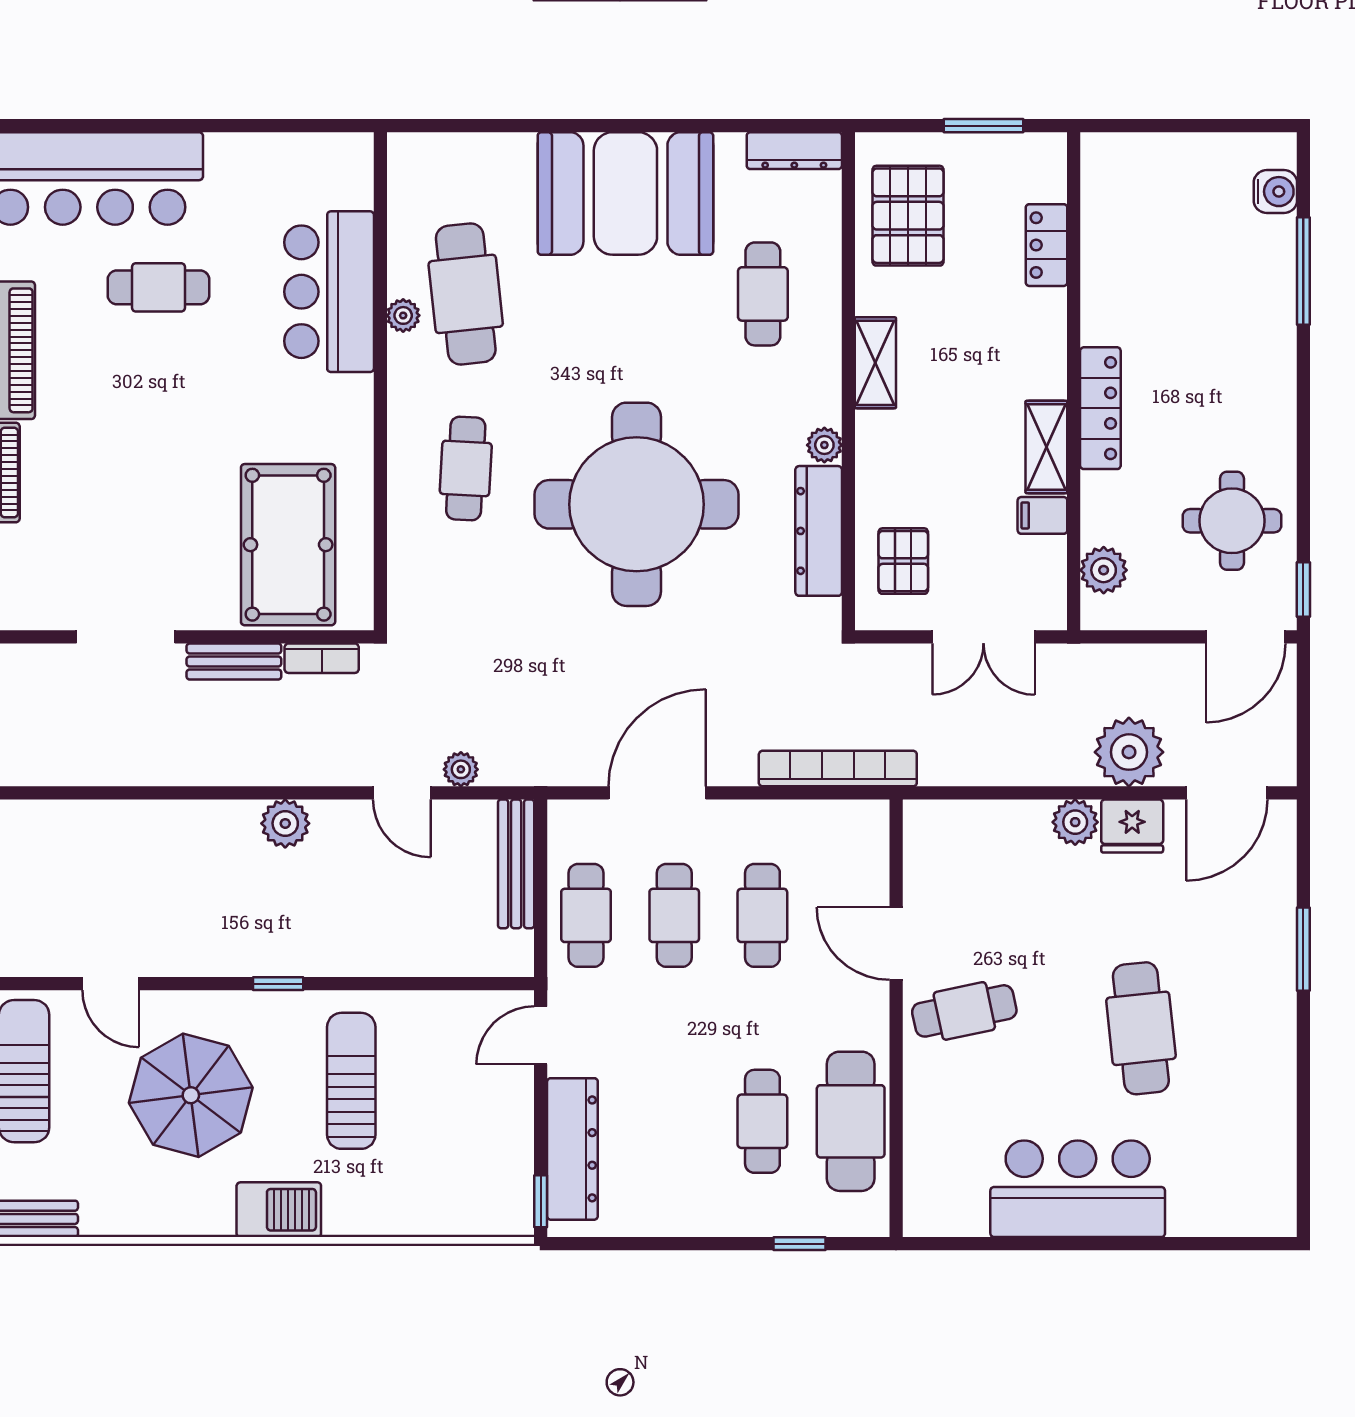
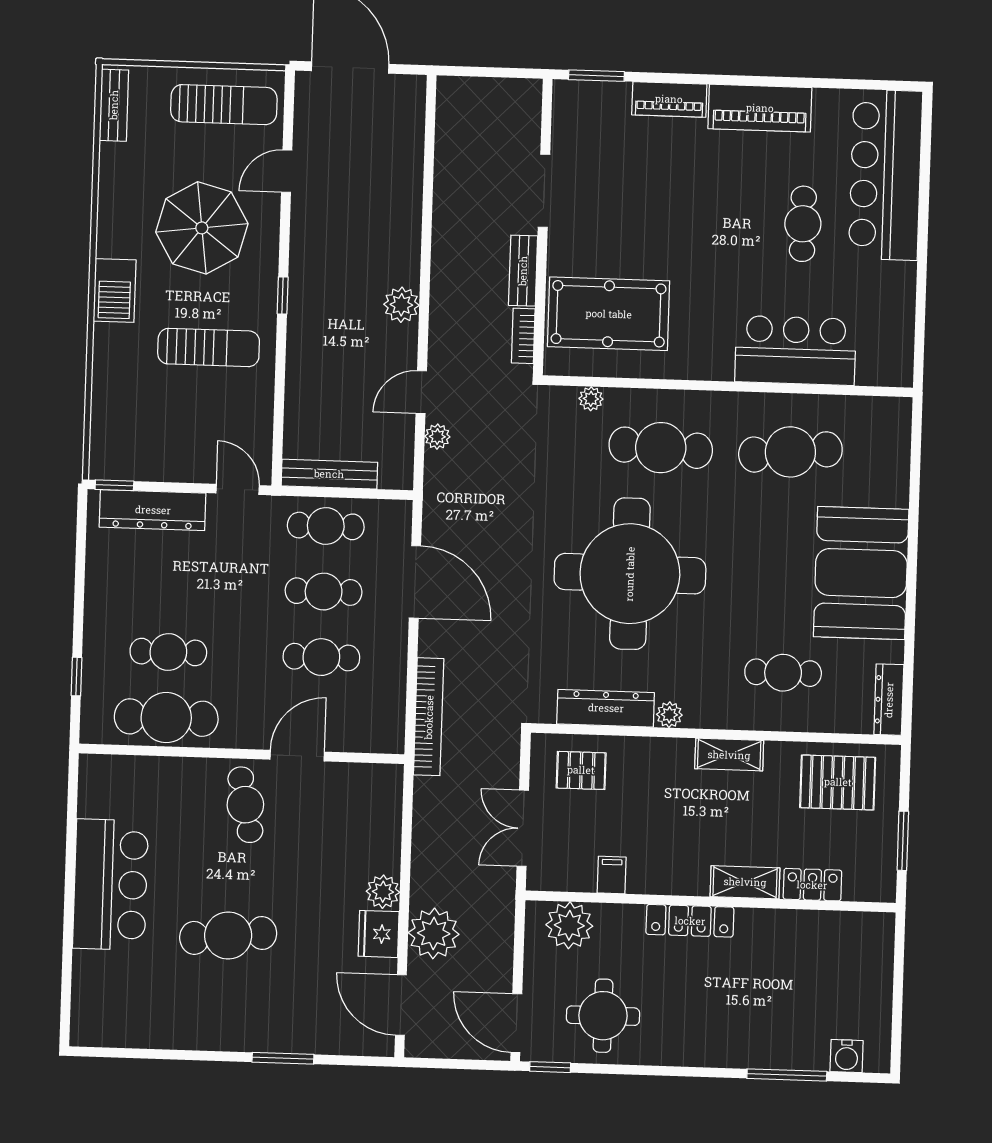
plant: (403, 315) -> (591, 399), moved
shelving: (1046, 447) -> (745, 882), moved
cafe table: (466, 468) -> (661, 448), width x1.37, depth x1.35
plant: (1104, 570) -> (569, 925), width x1.36, depth x1.36
bench: (516, 864) -> (329, 474), moved

